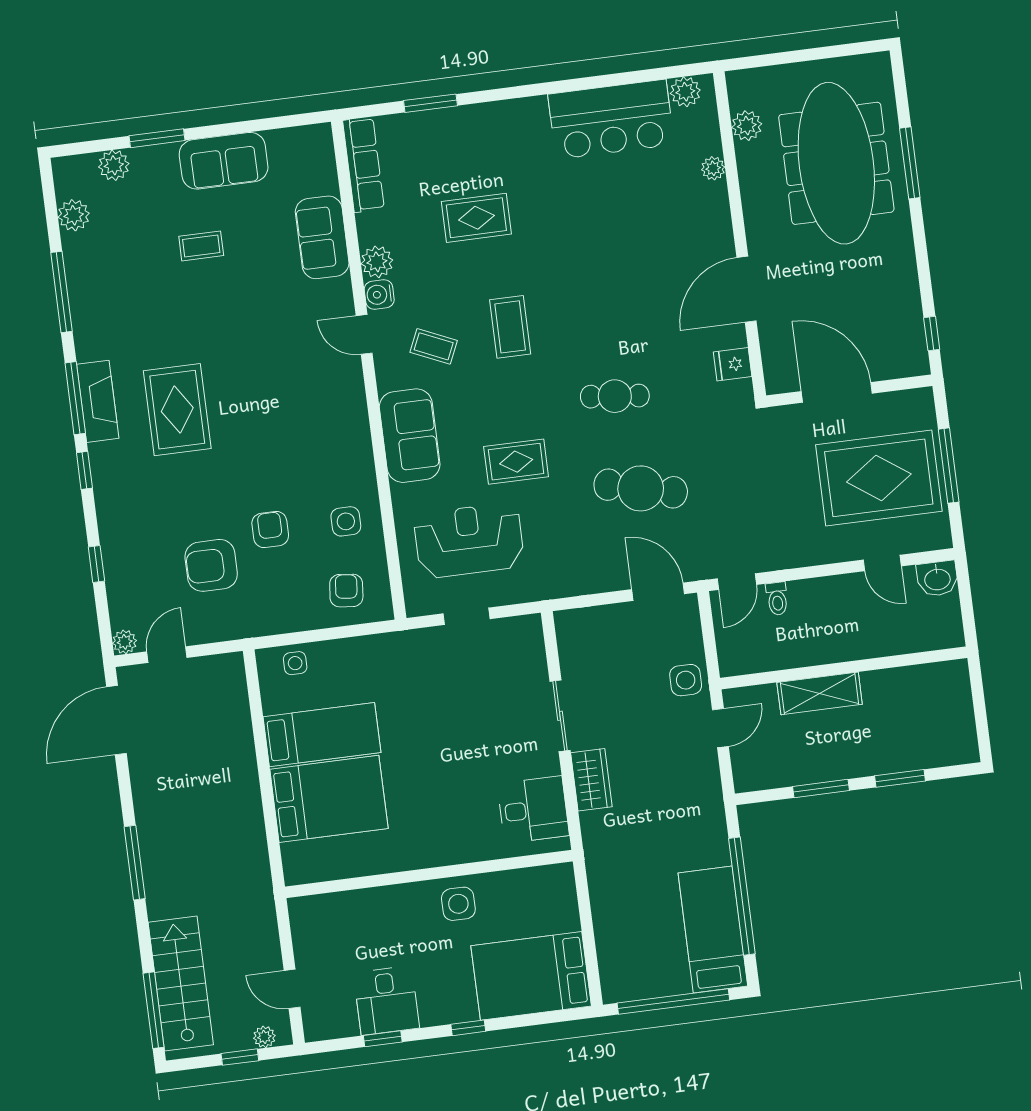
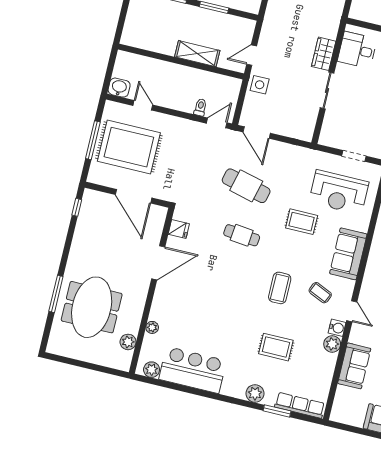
plant: (482, 120) -> (255, 393), added
meeting table: (836, 163) -> (92, 307), width x0.73
row of seats: (363, 165) -> (300, 405), moved, turned 90

